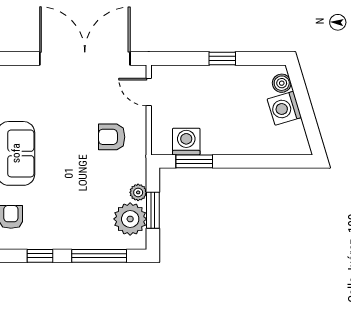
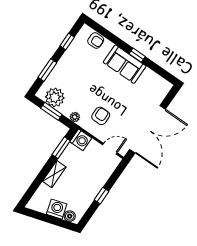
washing machine: (186, 142) -> (81, 140), moved
shelving: (238, 145) -> (54, 174), added
plant: (138, 192) -> (75, 117), moved
window: (99, 256) -> (47, 70), width x0.69

